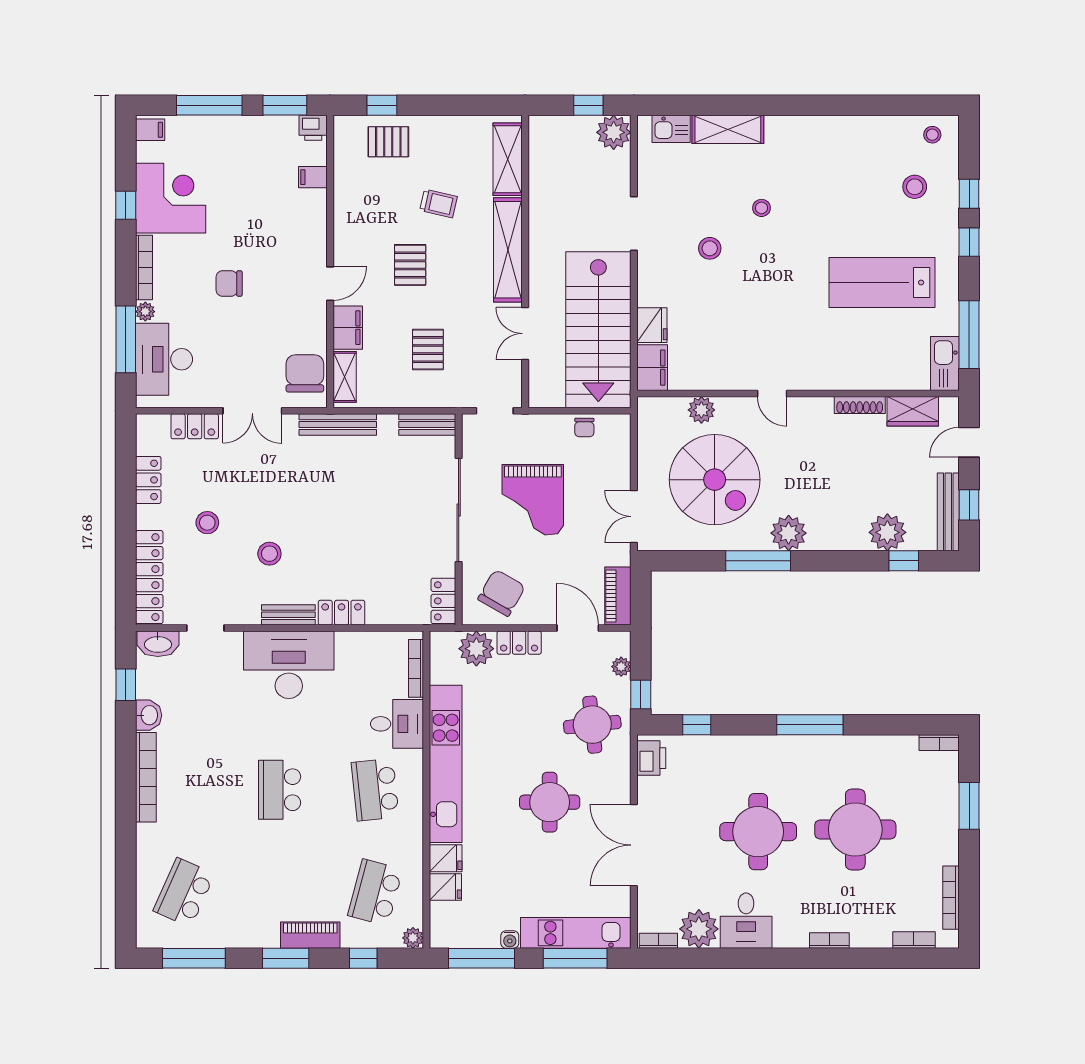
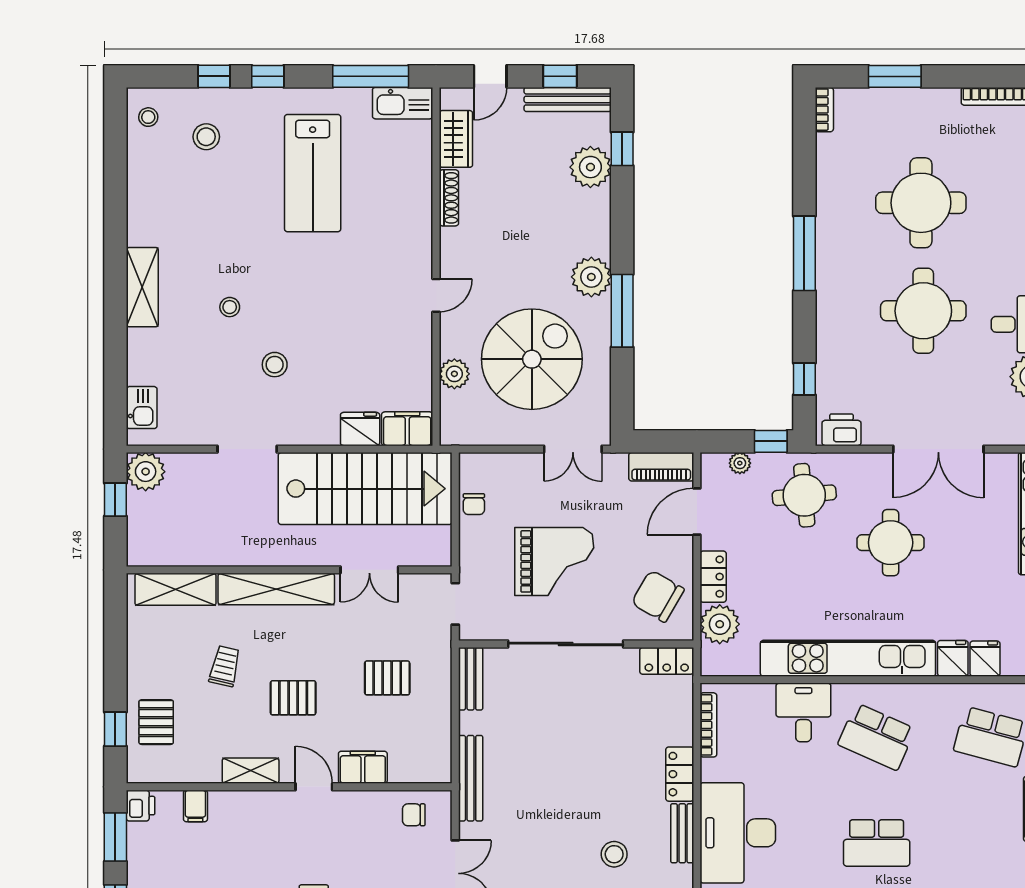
shelving: (728, 129) -> (142, 287), moved
chair: (305, 373) -> (414, 815), width x0.54, depth x0.54
shelving: (345, 377) -> (251, 771), moved
chair: (584, 427) -> (474, 504), turned 90
door: (969, 442) -> (490, 76), hinge flipped
bookcase: (416, 668) -> (708, 725), moved, turned -90
school desk: (375, 790) -> (877, 737), turned 30

